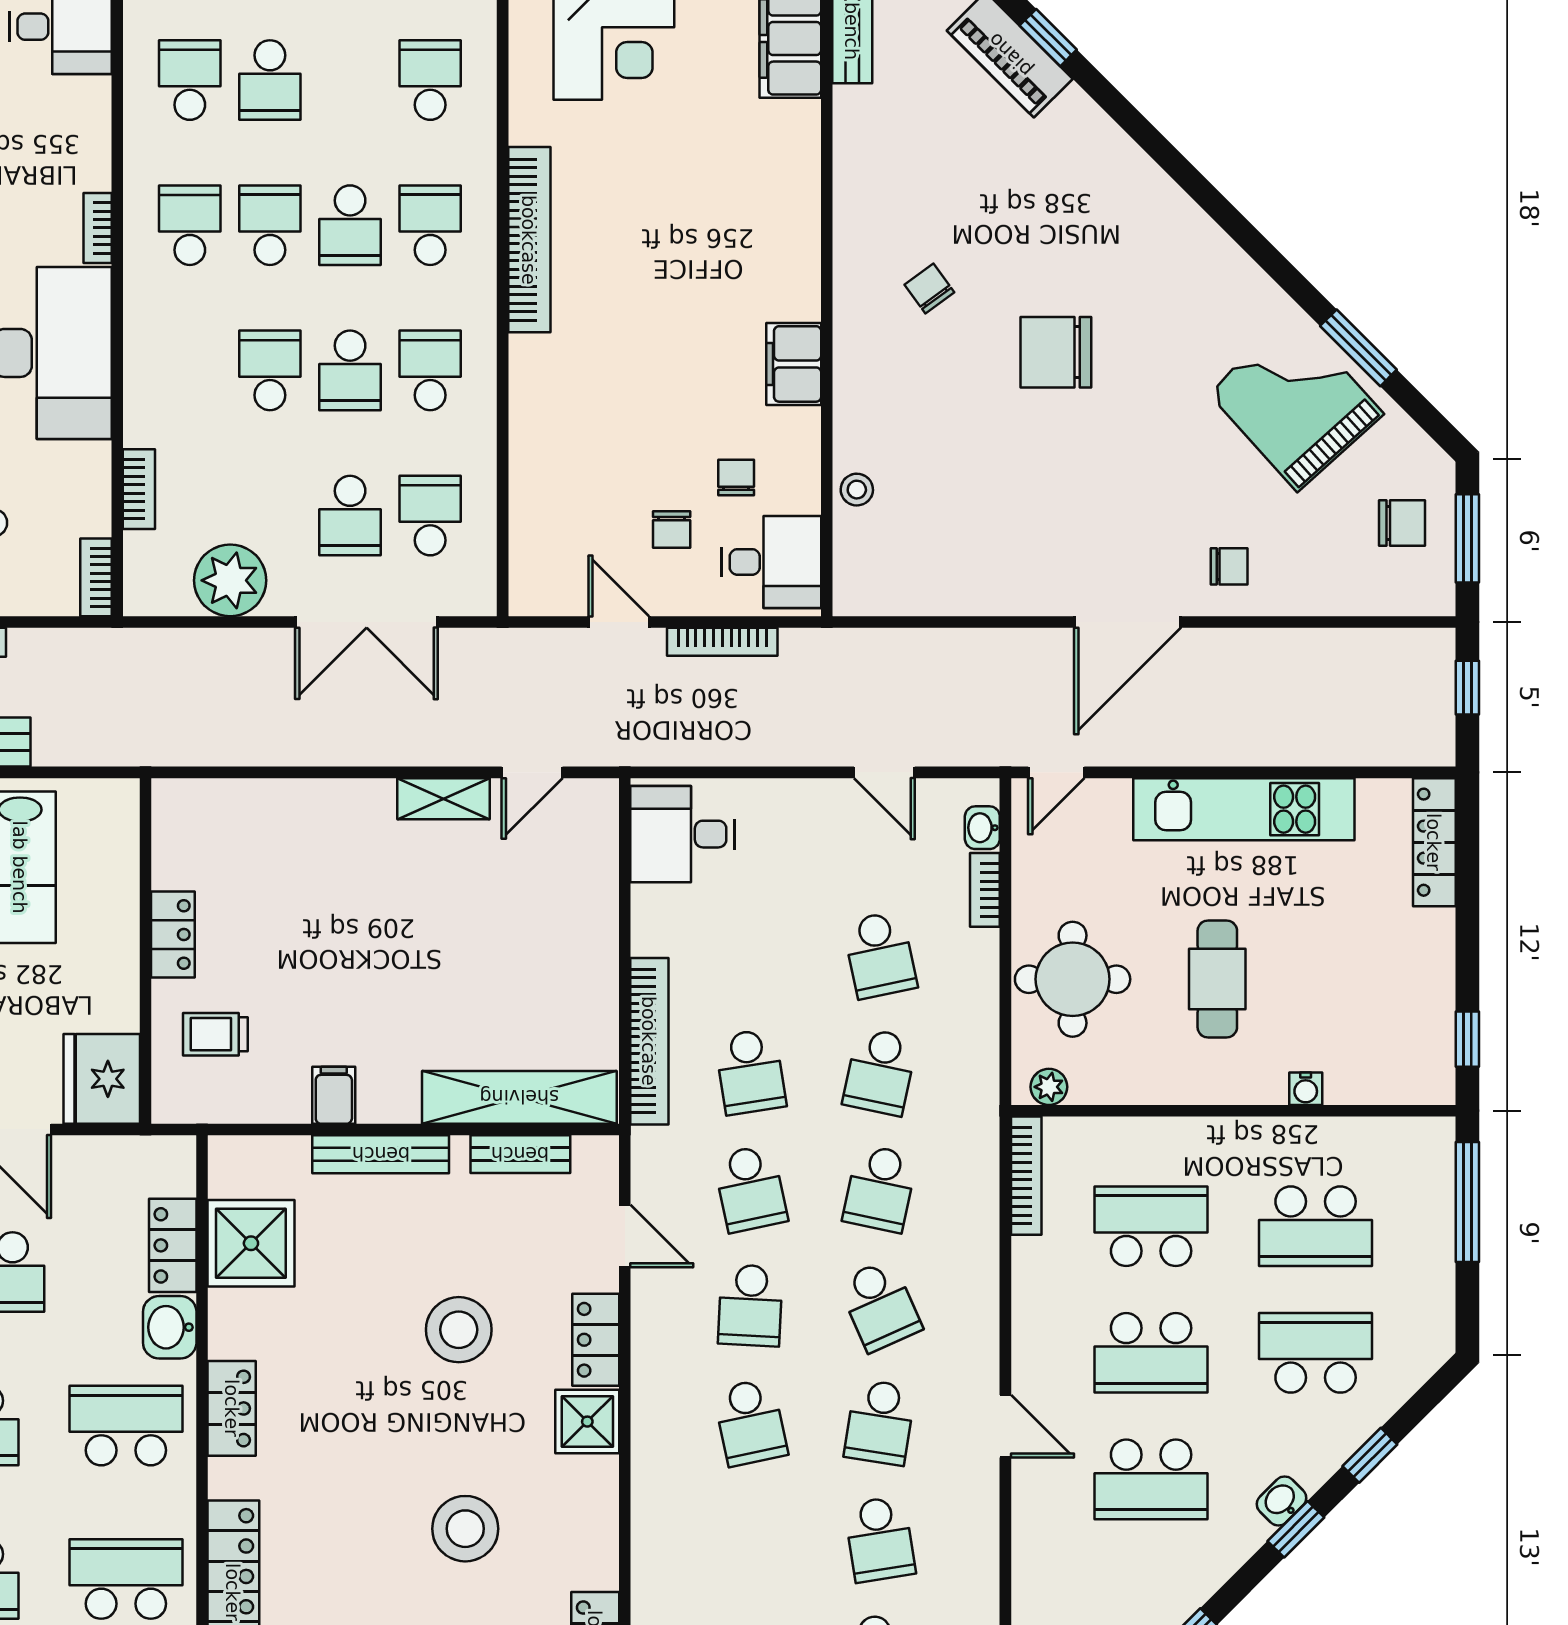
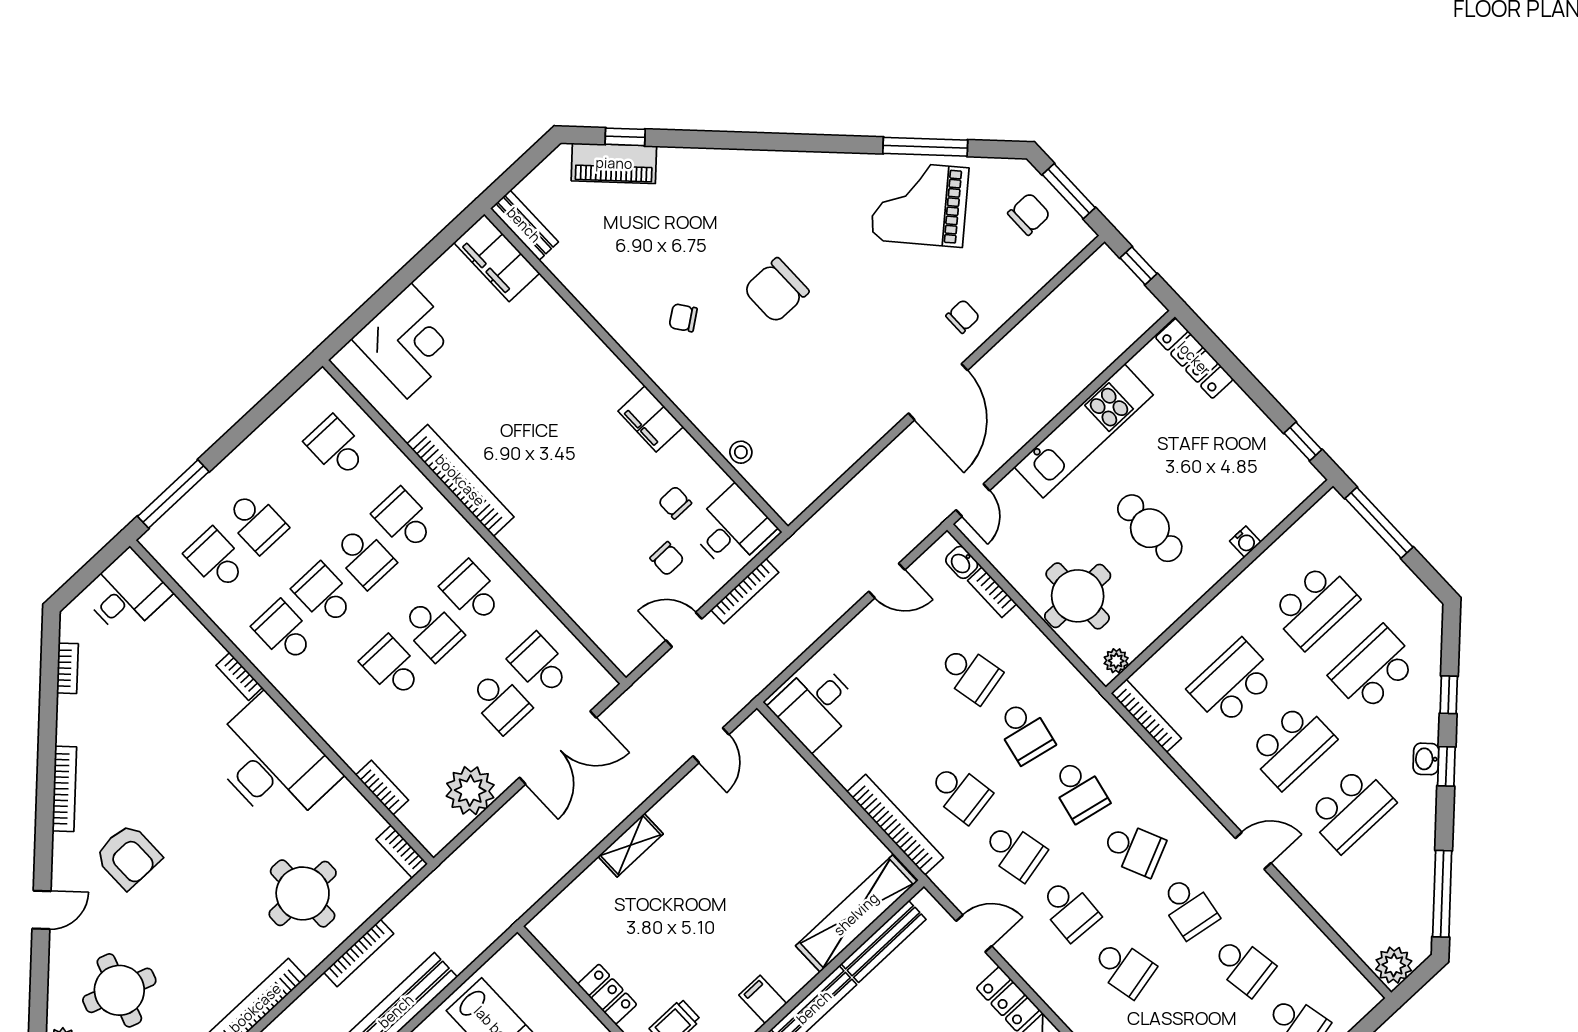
window: (1358, 348) -> (925, 147), width x1.44
shelving: (444, 799) -> (631, 845), moved
bench: (520, 1154) -> (883, 941), width x1.36

